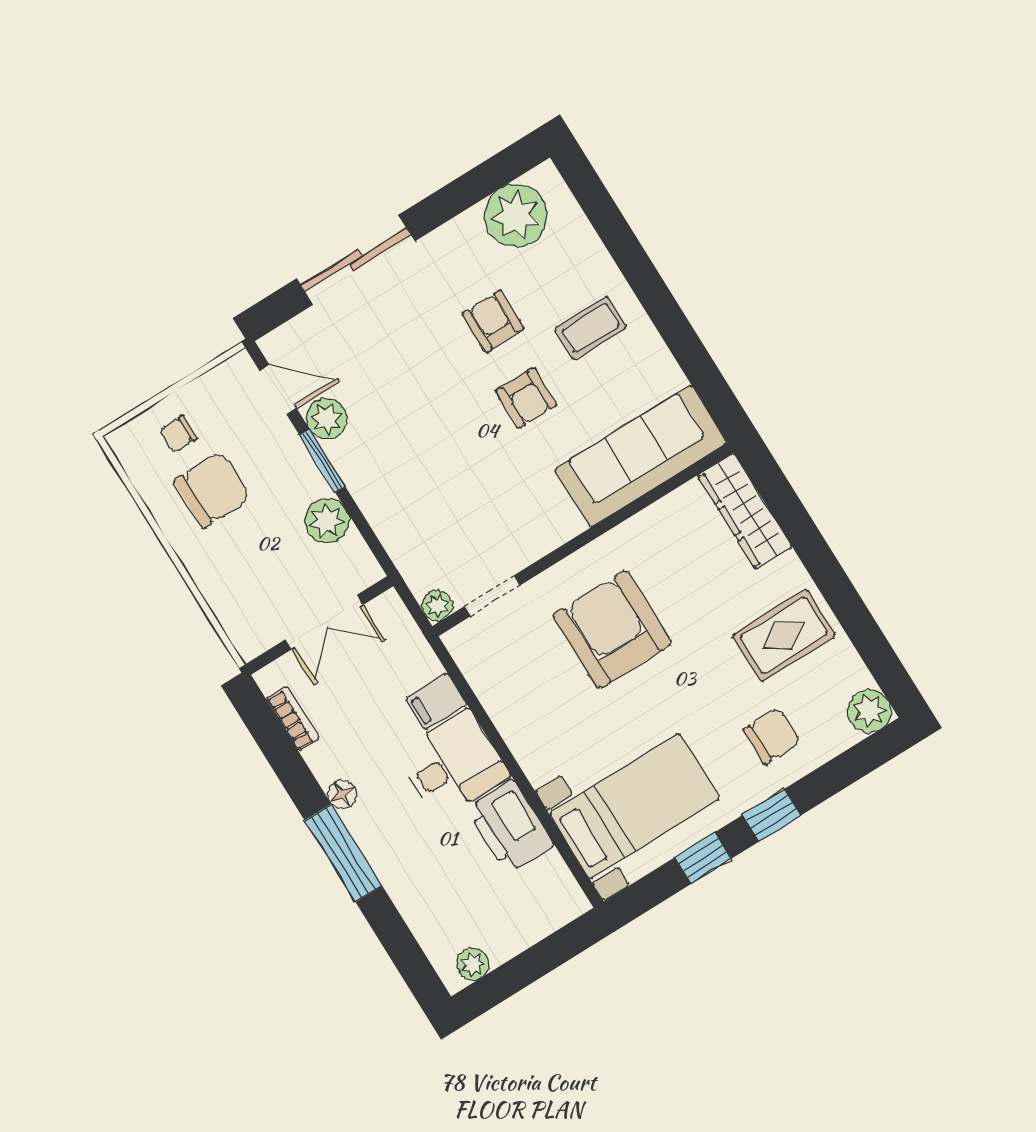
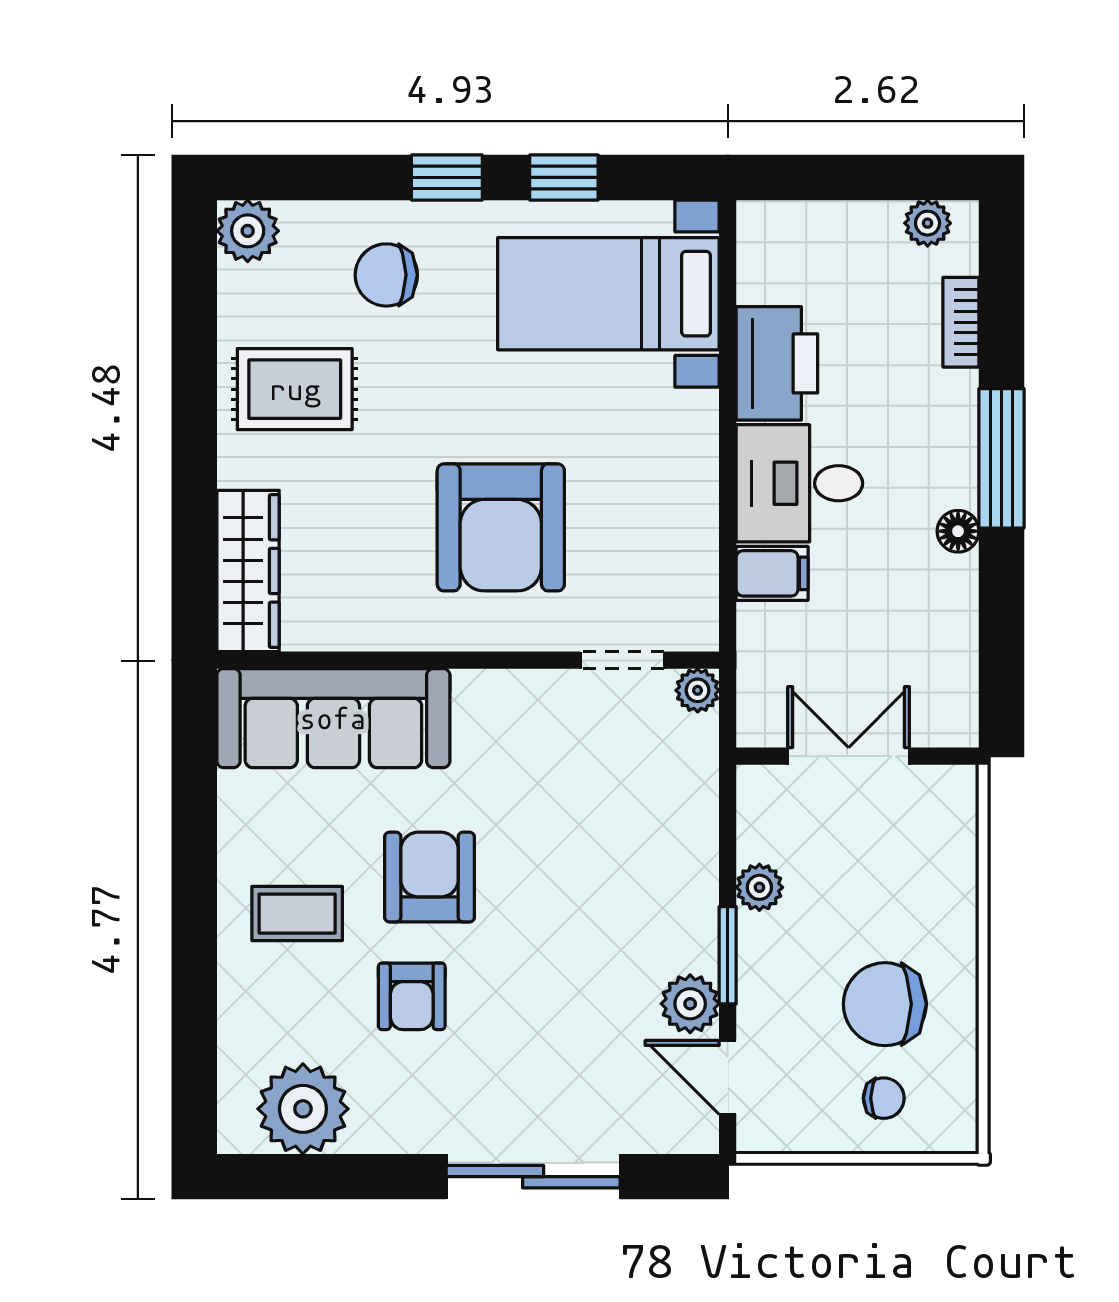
armchair: (526, 398) -> (430, 877), width x1.38, depth x1.38
plant: (327, 521) -> (759, 887), width x0.73, depth x0.73
bookcase: (293, 719) -> (961, 322), moved

